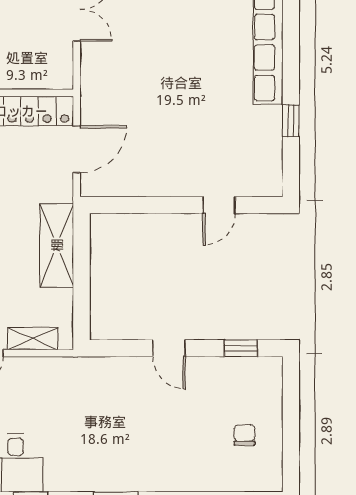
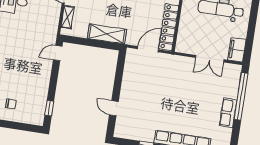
door: (77, 149) -> (148, 49), swing flipped
door: (169, 348) -> (58, 53), moved

